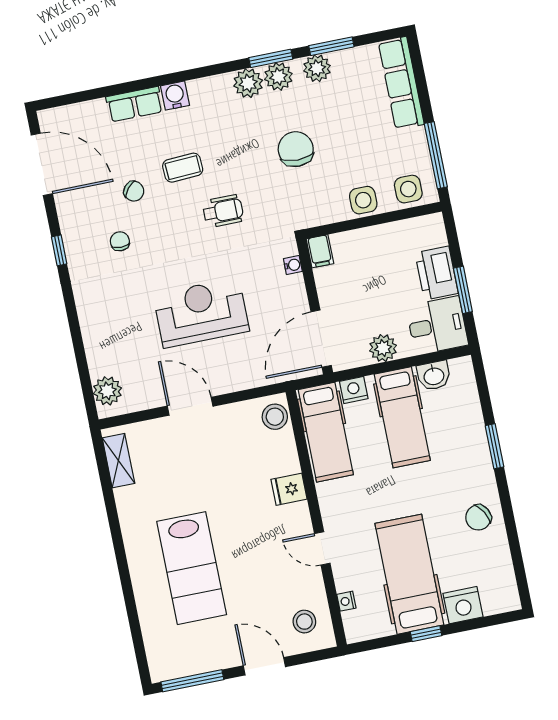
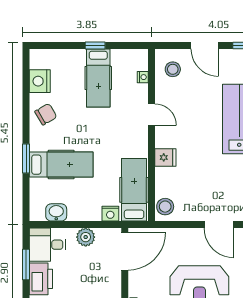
hospital bed: (402, 417) -> (61, 165), moved, turned 90
hospital bed: (409, 574) -> (98, 78), width x0.73, depth x0.78
nightstand: (463, 605) -> (40, 81), moved, turned -90

